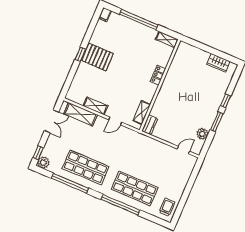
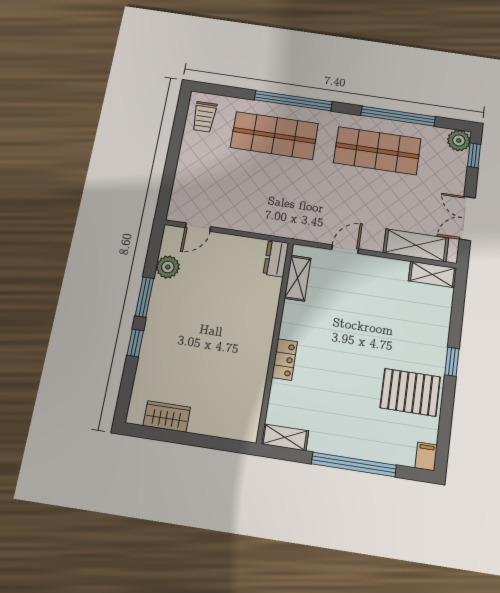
pallet: (97, 57) -> (410, 392), moved
shelving: (95, 106) -> (433, 274), moved

